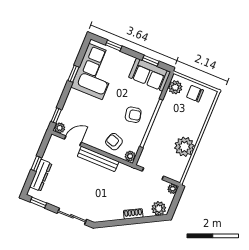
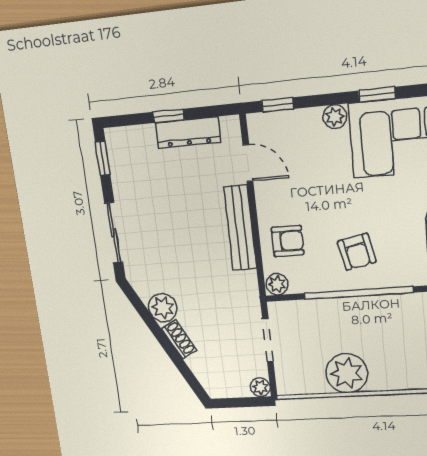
plant: (60, 128) -> (335, 117), moved
armchair: (114, 142) -> (288, 241), turned 72
dresser: (41, 175) -> (188, 133), moved
plant: (159, 208) -> (163, 308), moved

